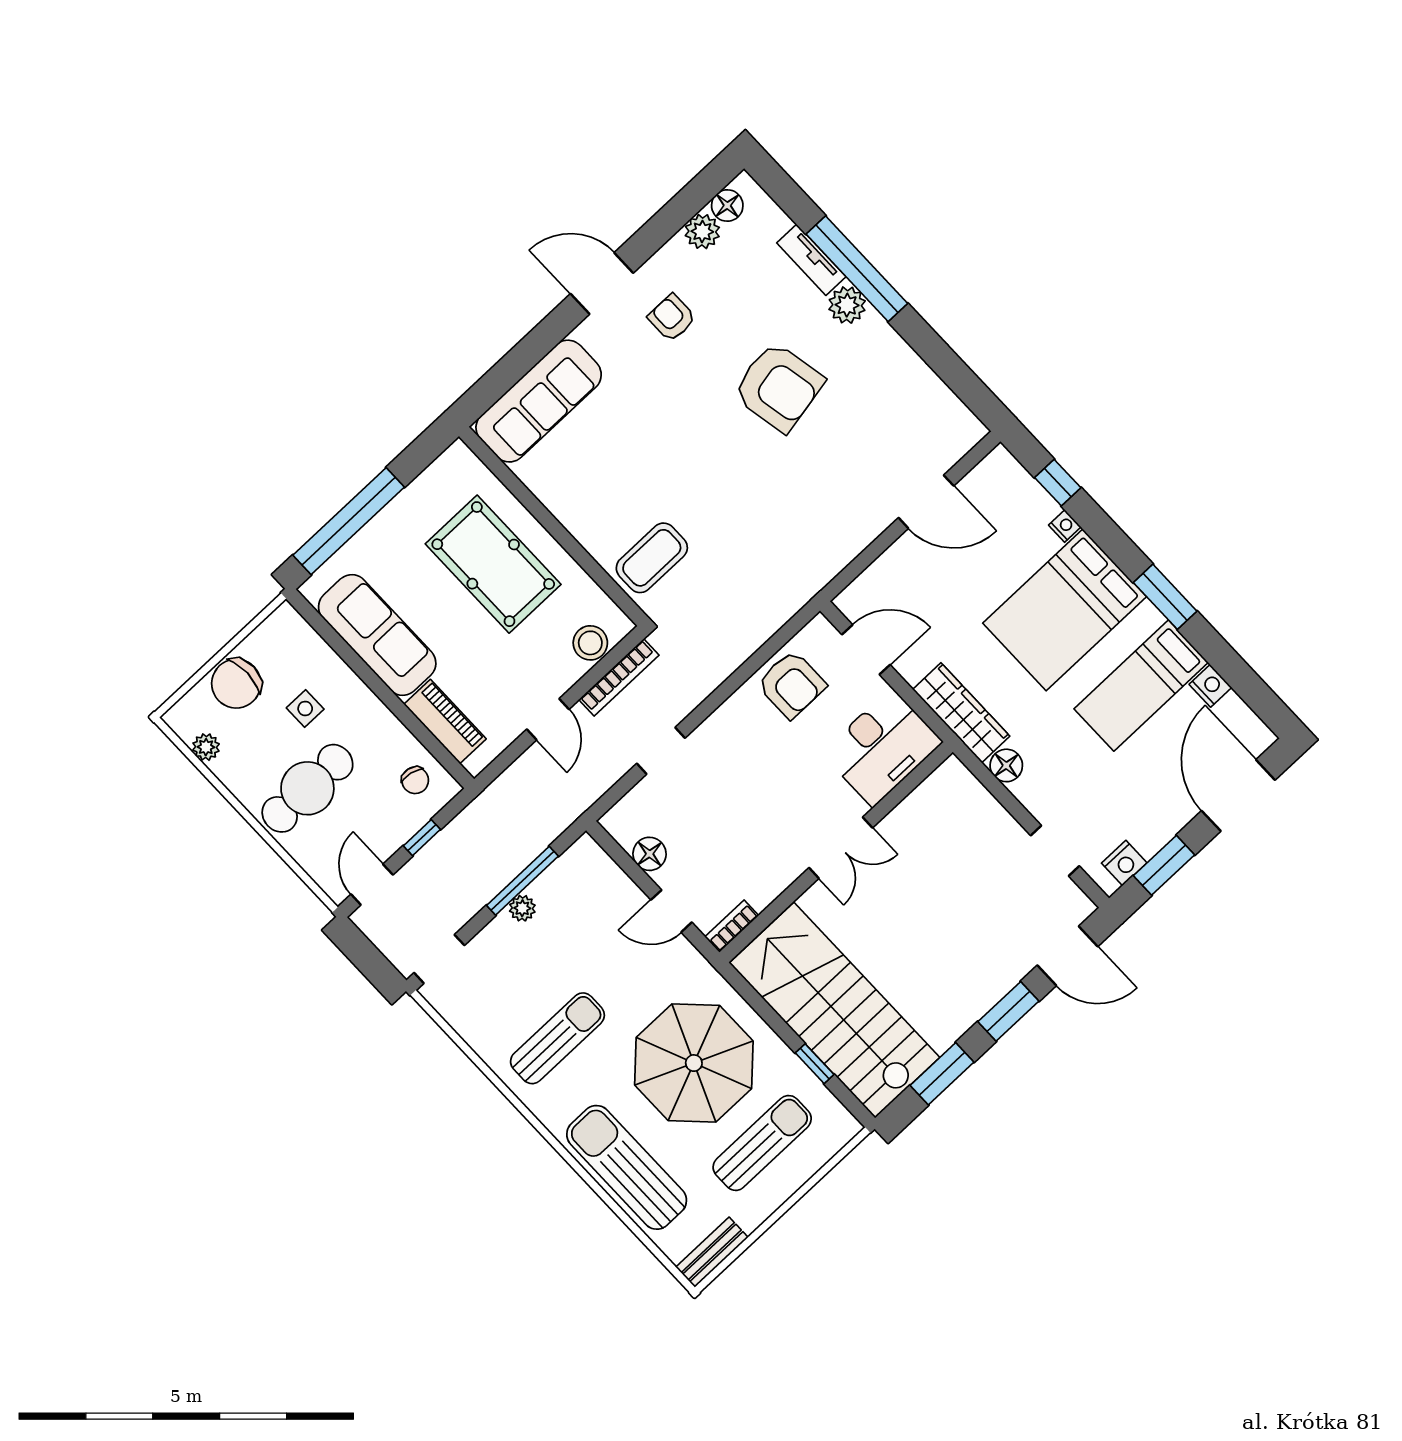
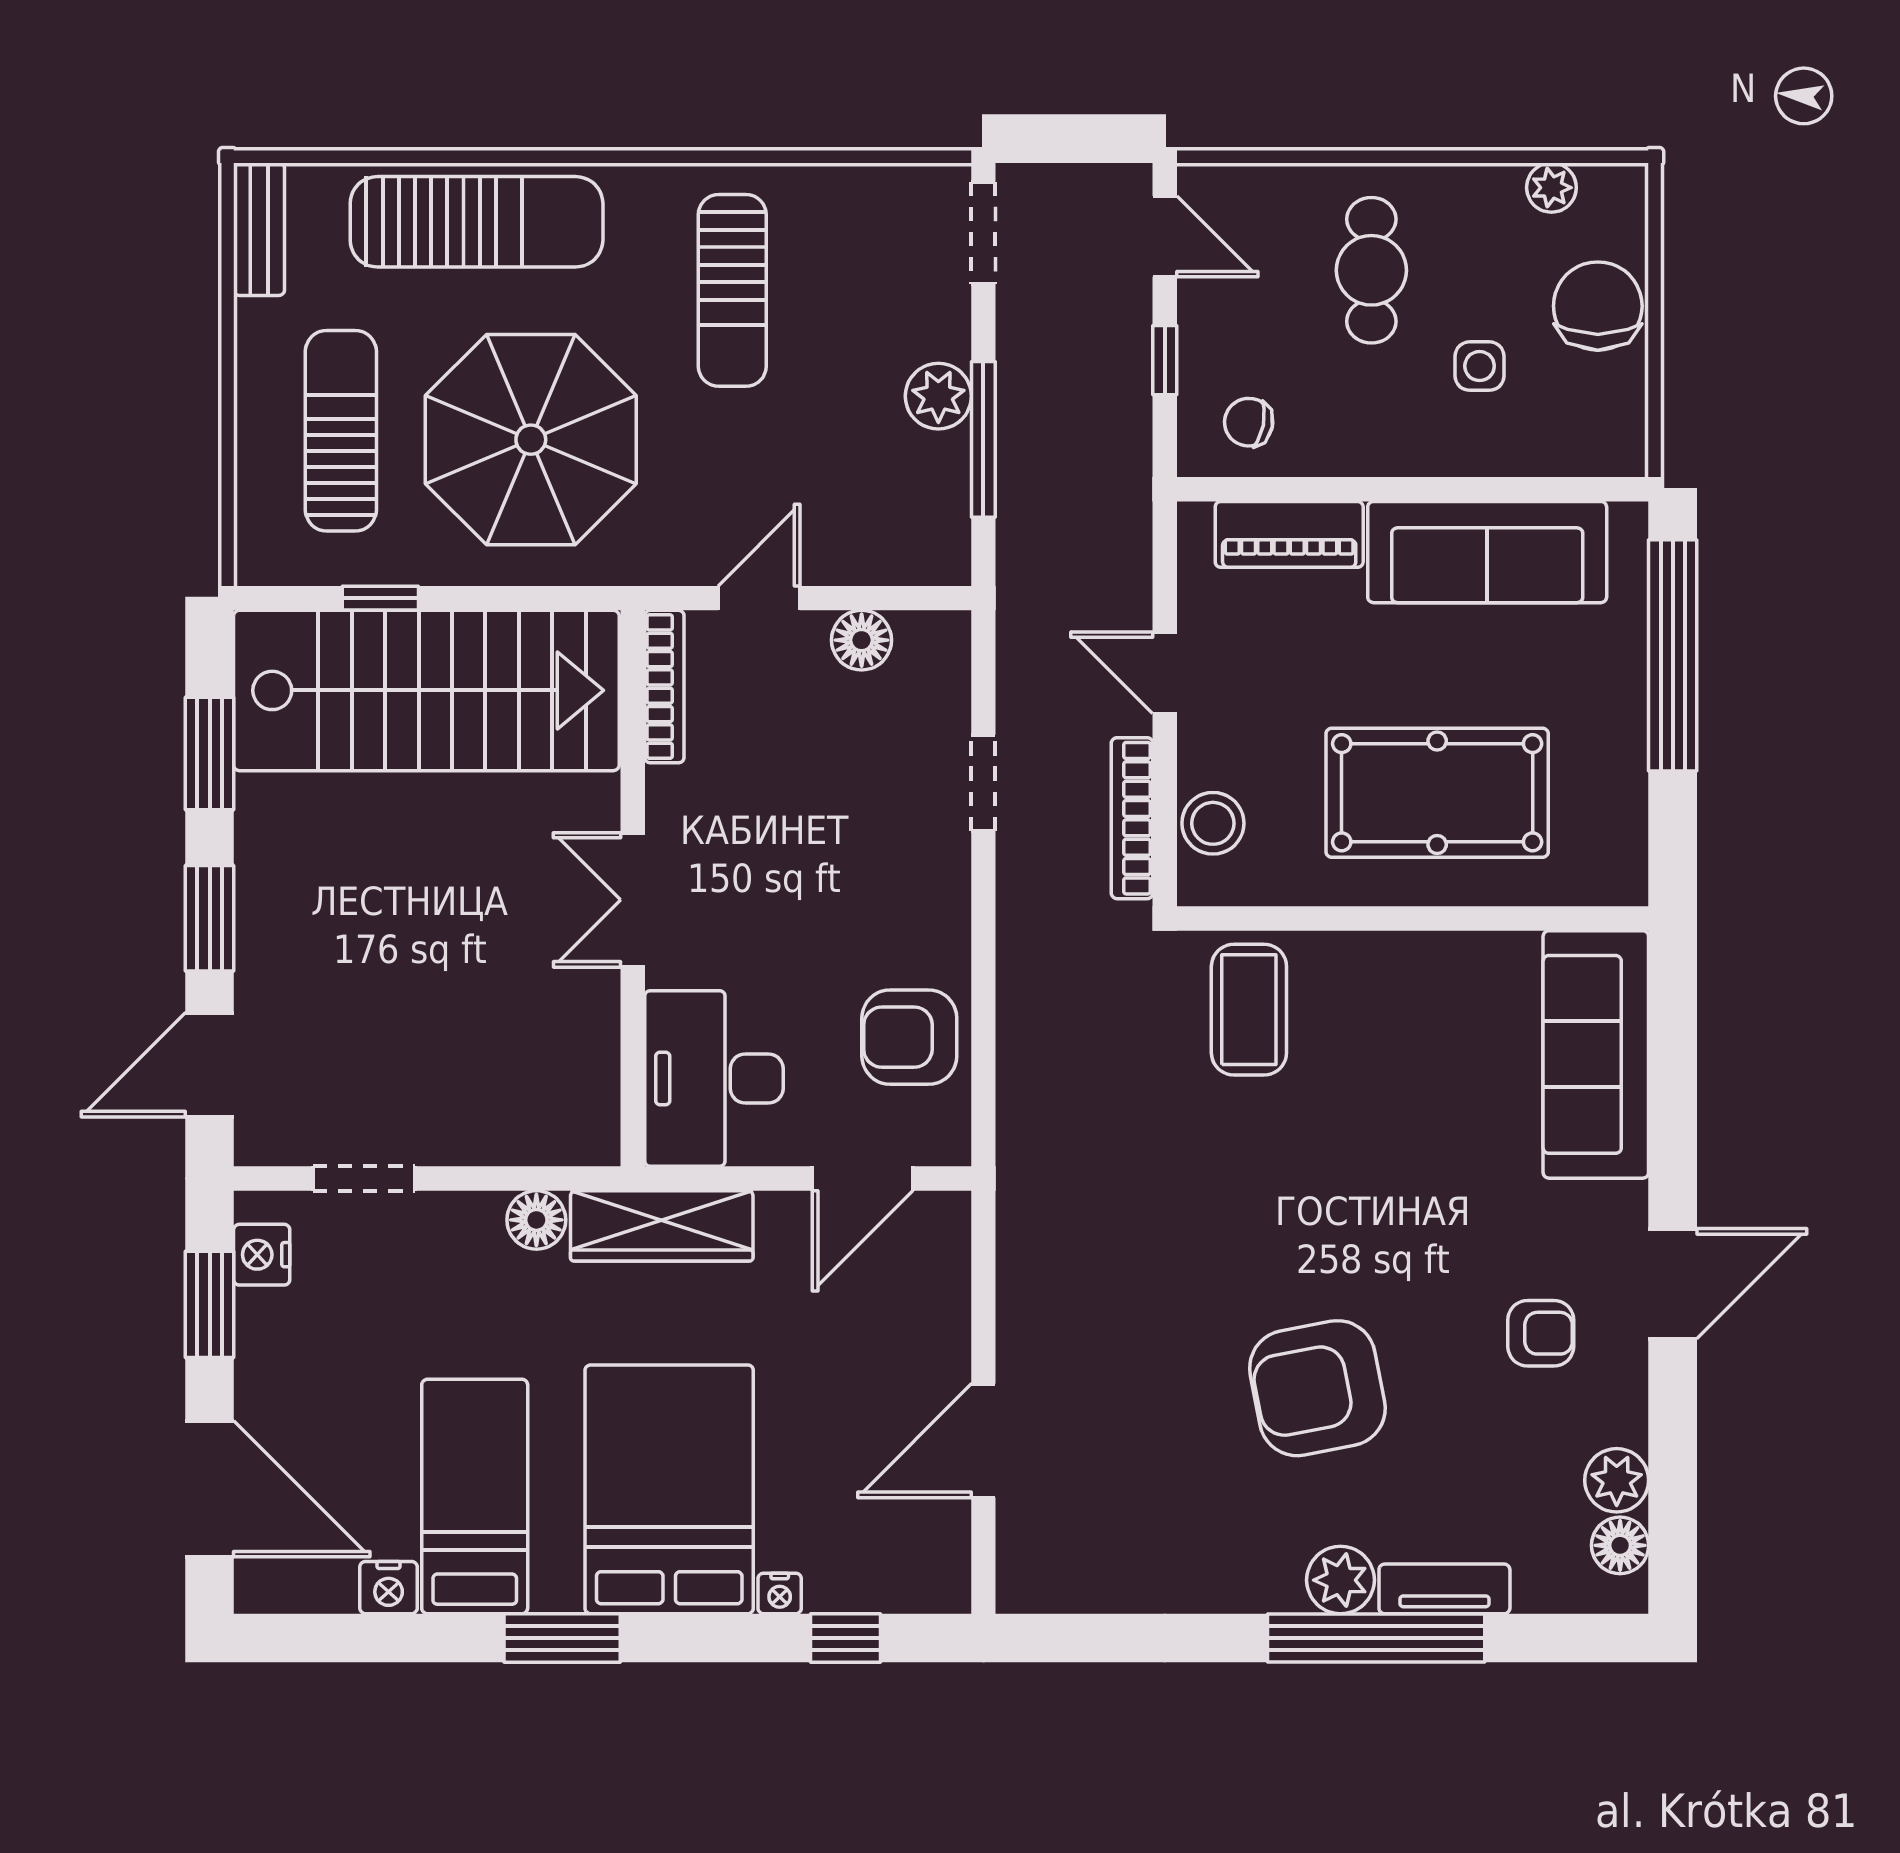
cafe table: (307, 788) -> (1371, 270), width x0.73, depth x0.74
plant: (522, 908) -> (938, 396), width x1.38, depth x1.38
bookcase: (732, 926) -> (664, 687), width x1.56
sun lounger: (762, 1143) -> (341, 431), turned 180

